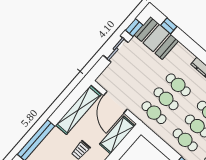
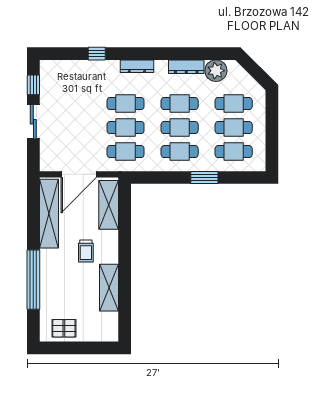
window: (169, 26) -> (97, 54), moved
booth: (156, 38) -> (64, 76), removed
door: (115, 102) -> (79, 174), hinge flipped

